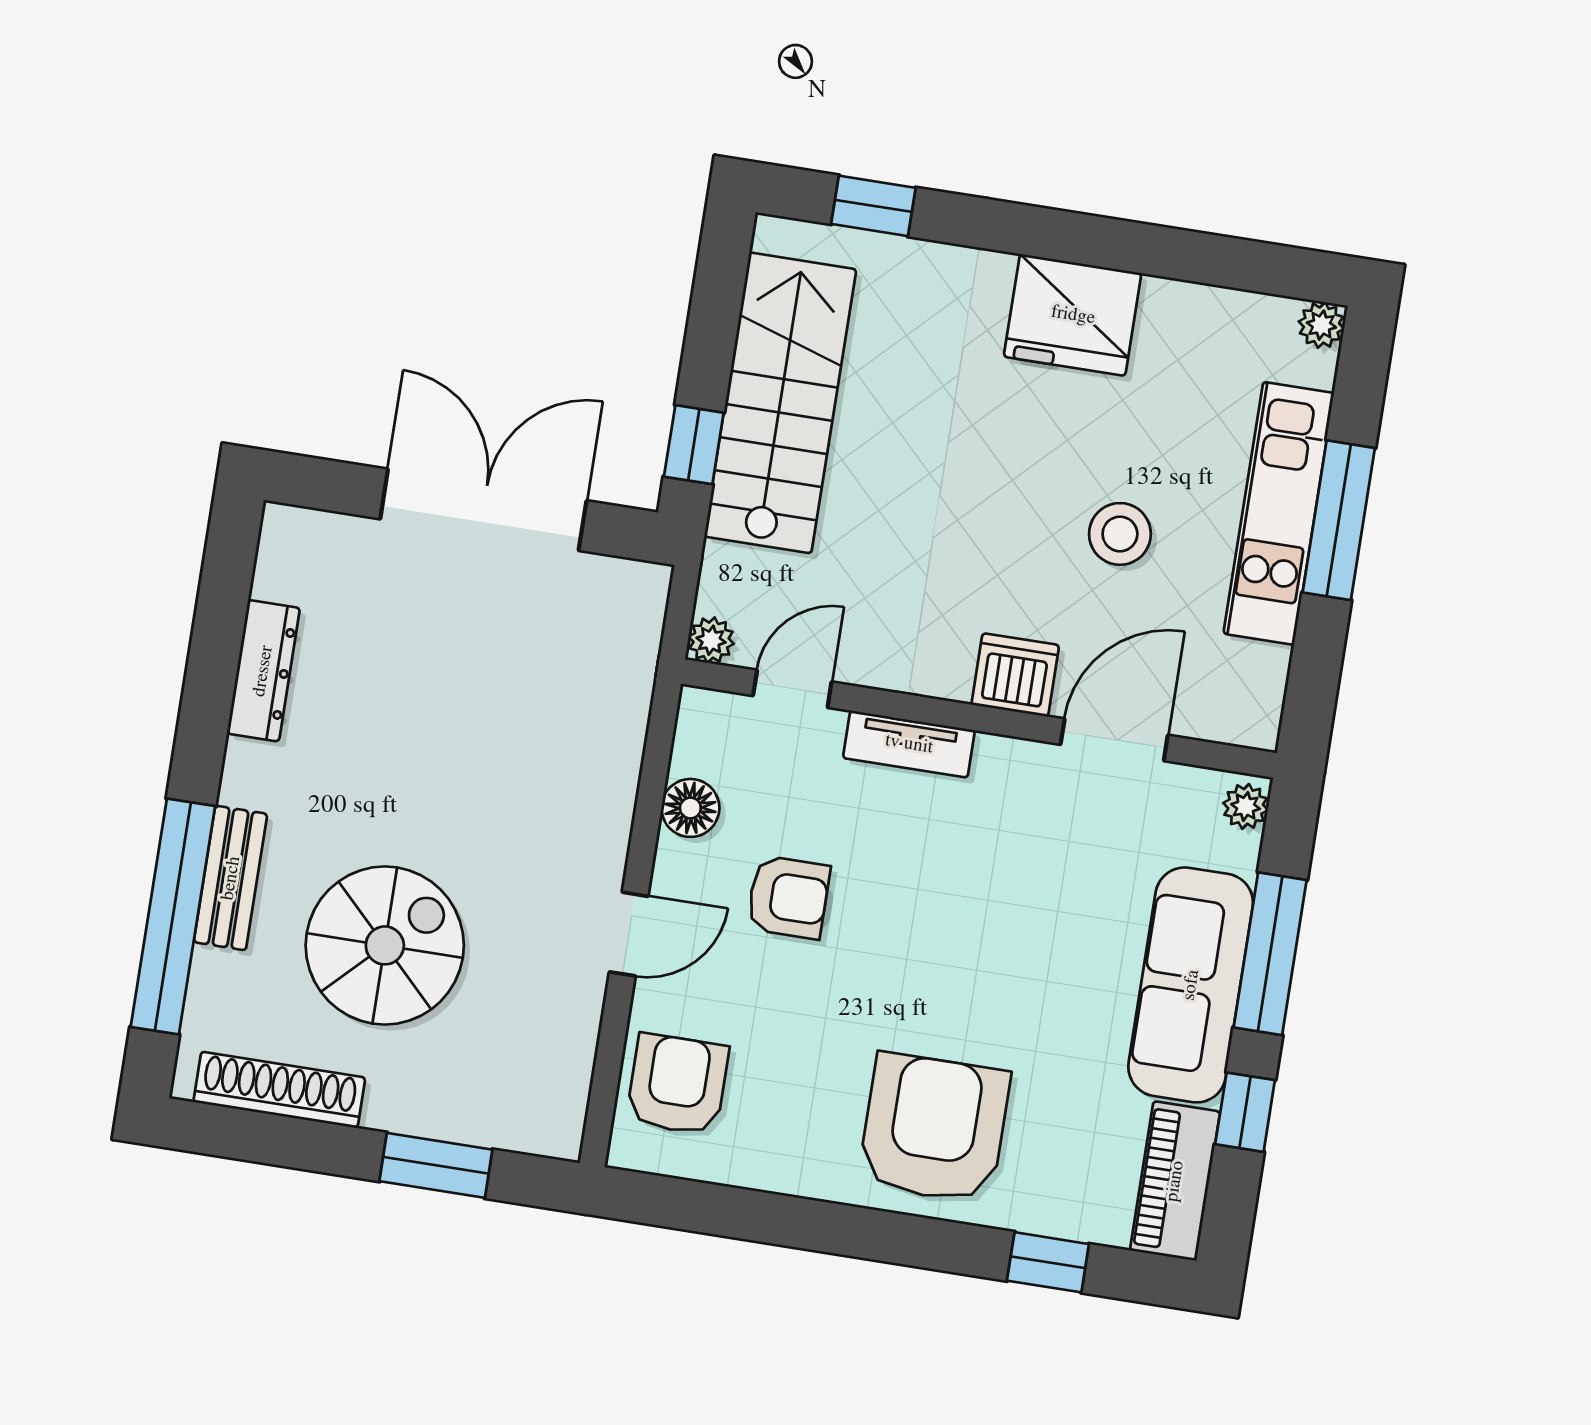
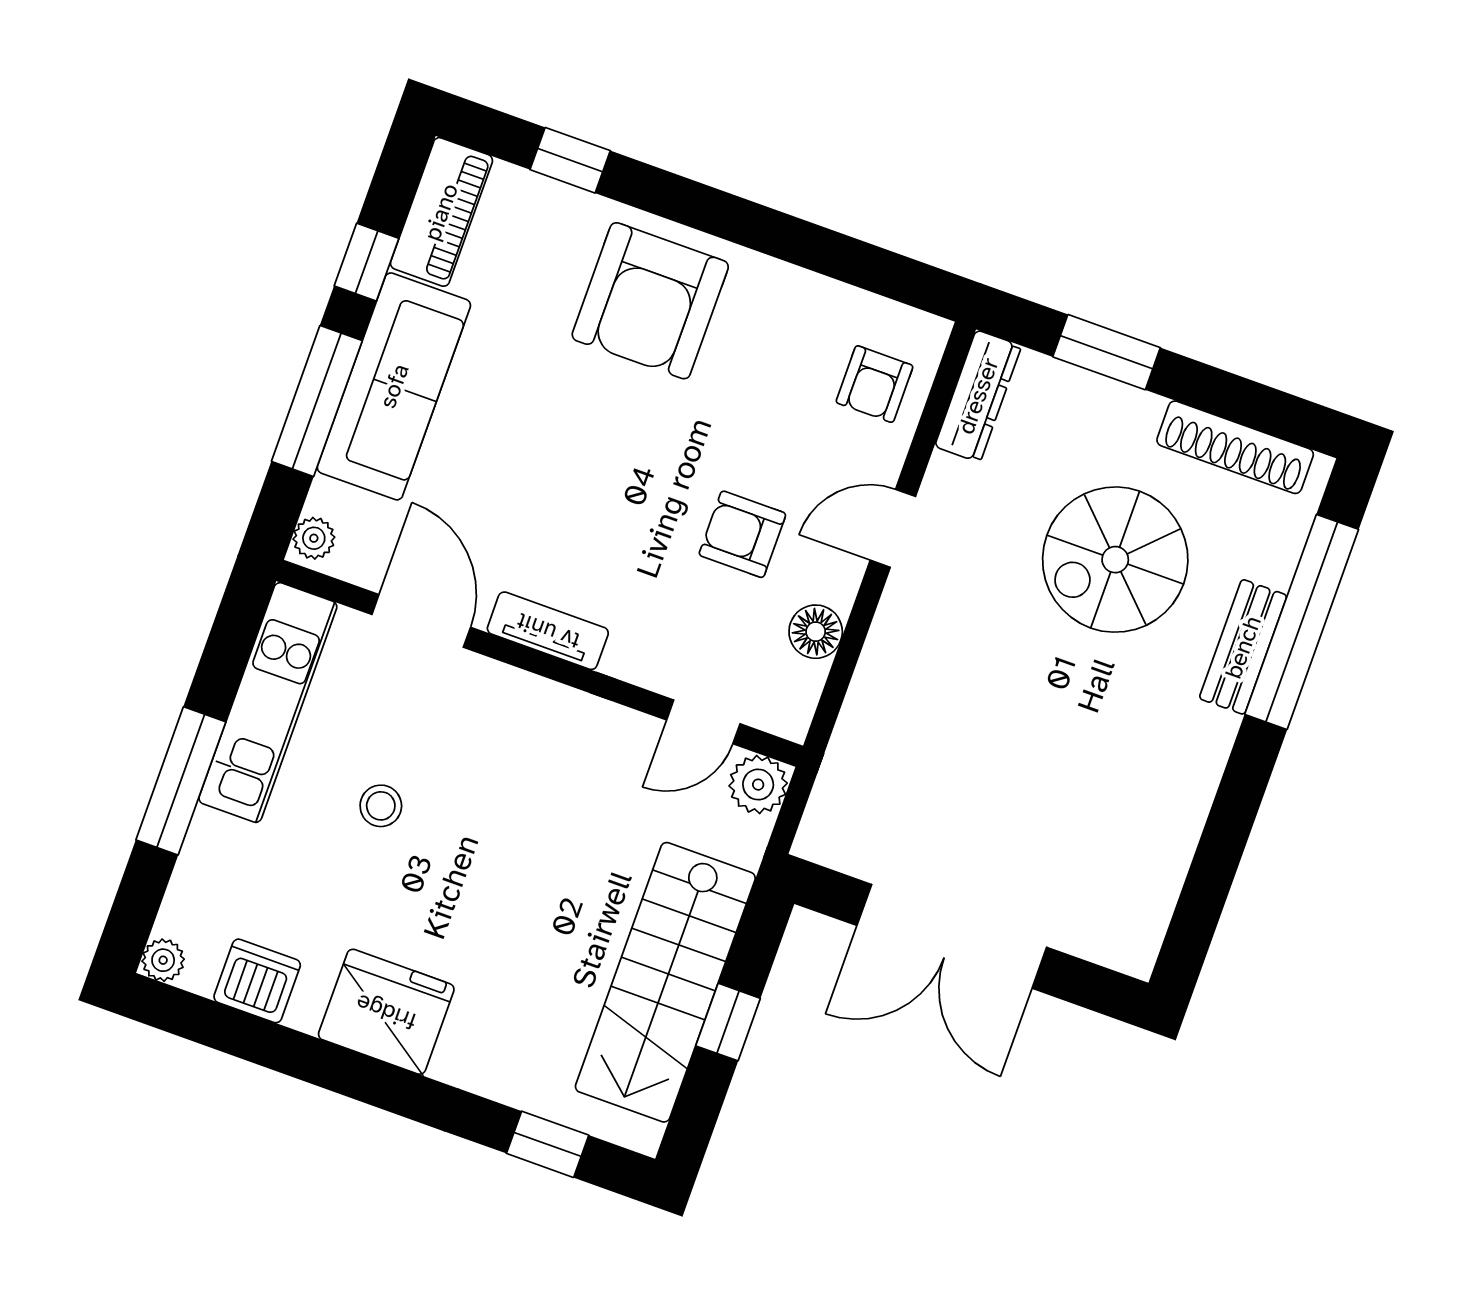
window: (694, 445) -> (728, 1022), moved
kitchen unit: (1279, 513) -> (268, 703), moved
stool: (1120, 534) -> (381, 806), width x0.73, depth x0.73
plant: (711, 640) -> (758, 785), width x1.38, depth x1.38
dresser: (263, 671) -> (978, 396), moved, turned 180
dishwasher: (1015, 675) -> (257, 981), moved, turned 180
door: (1114, 740) -> (421, 621), swing flipped
tv unit: (909, 744) -> (548, 631), moved
armchair: (678, 1084) -> (874, 384), width x0.72, depth x0.72

